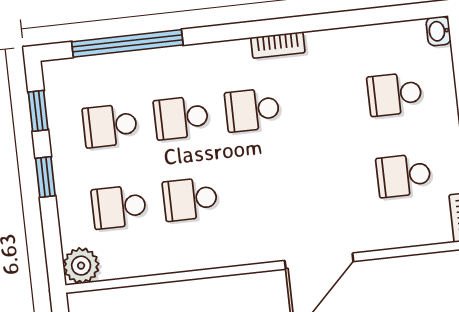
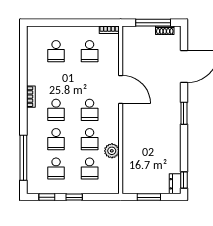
washbasin: (438, 31) -> (32, 30), removed
school desk: (261, 191) -> (90, 110), added
plant: (81, 266) -> (112, 151), moved

